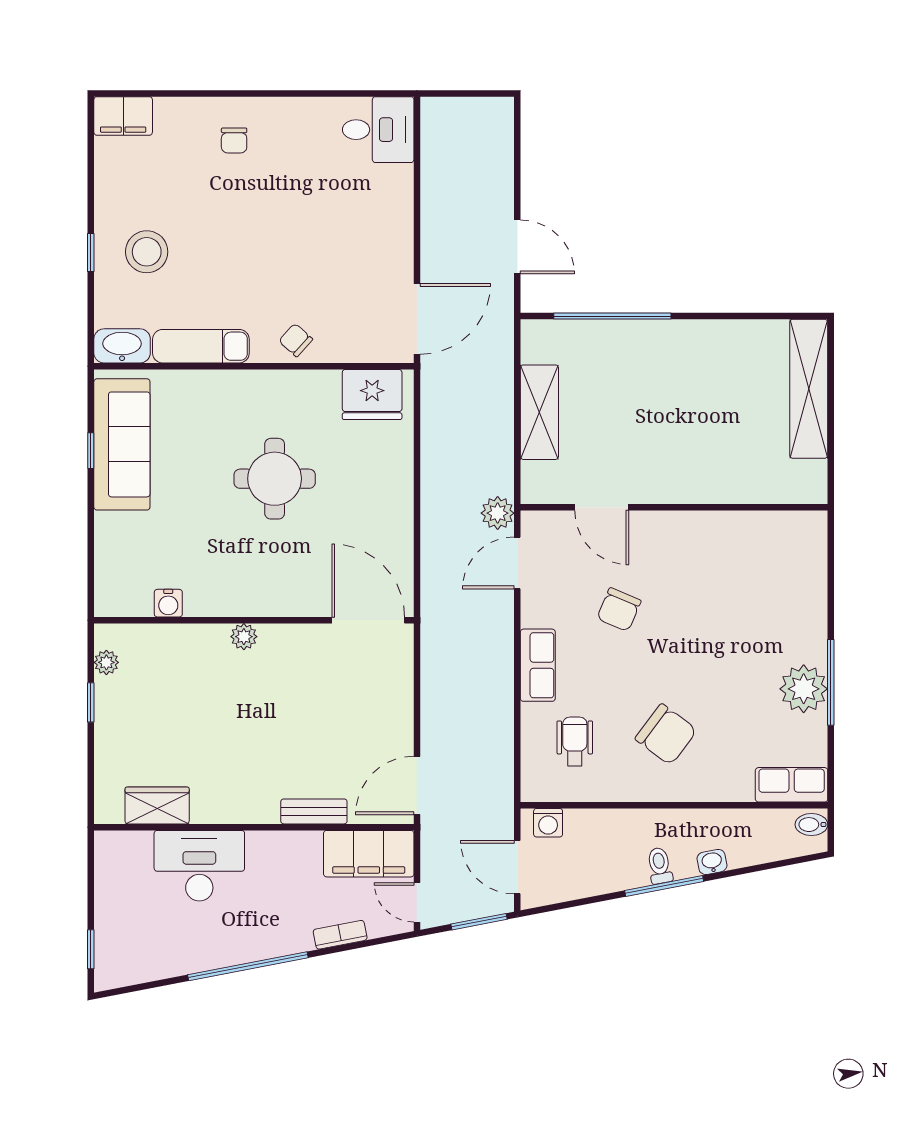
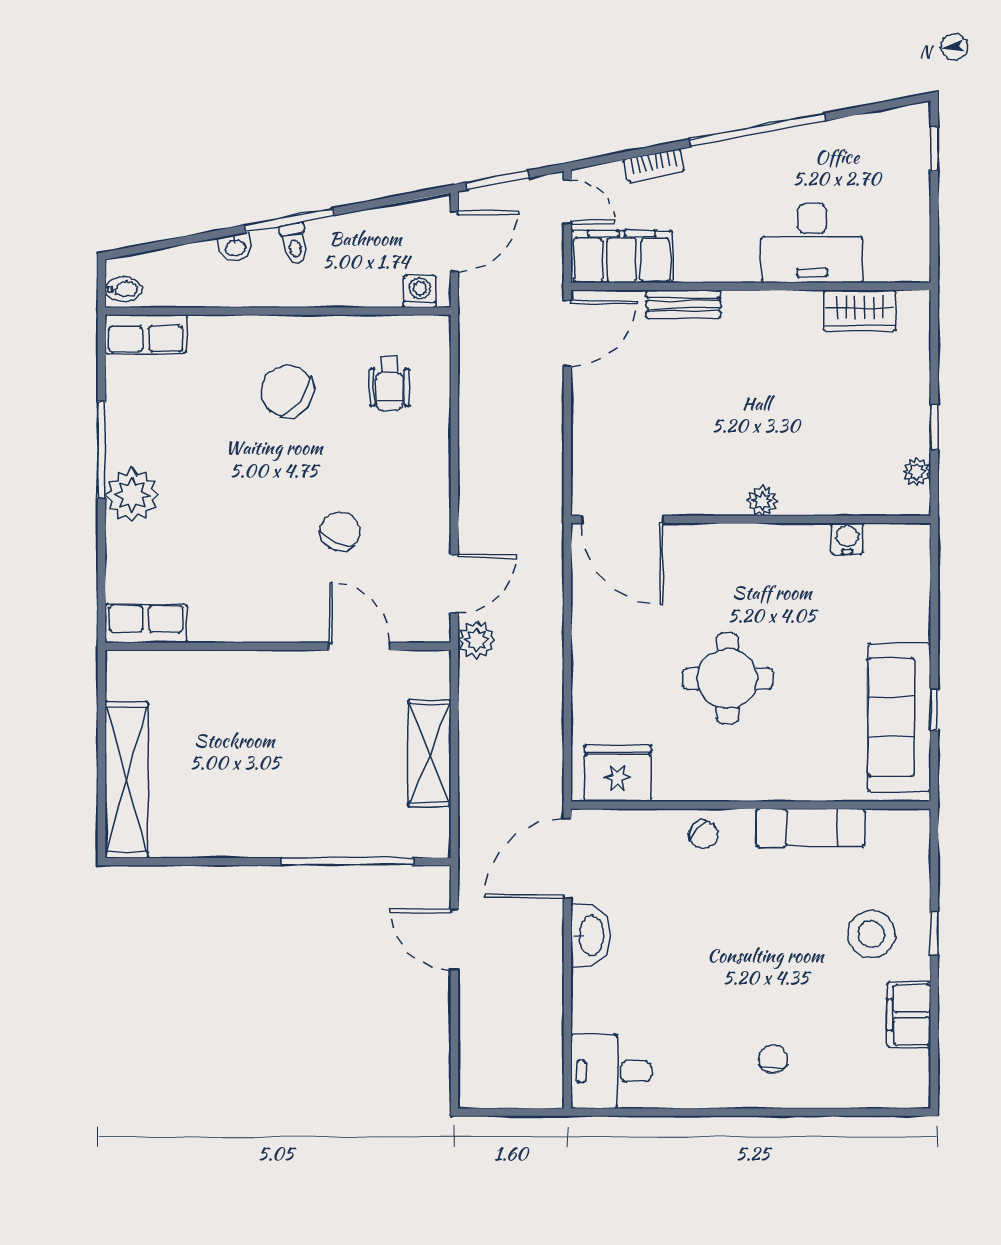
filing cabinet: (123, 116) -> (909, 1015), moved, turned -90
washbasin: (122, 346) -> (590, 936), moved, turned -90
row of seats: (538, 665) -> (146, 623), moved, turned 90
plant: (804, 689) -> (132, 495), moved
door: (517, 867) -> (454, 241), hinge flipped

